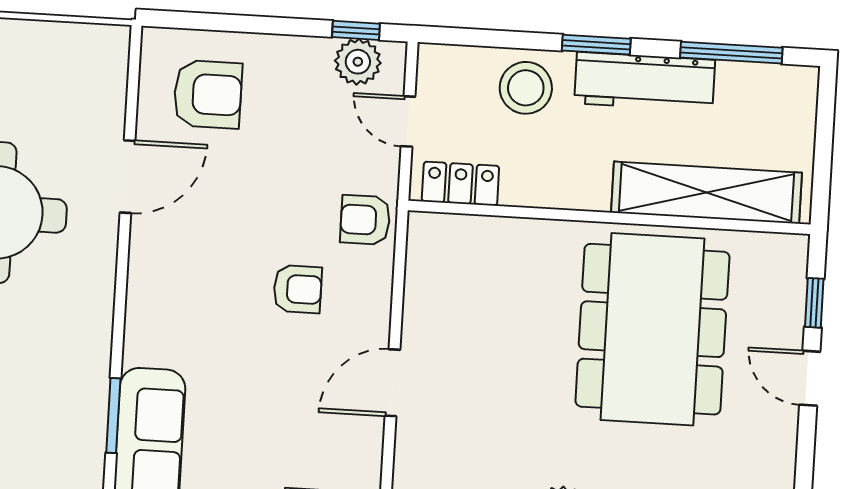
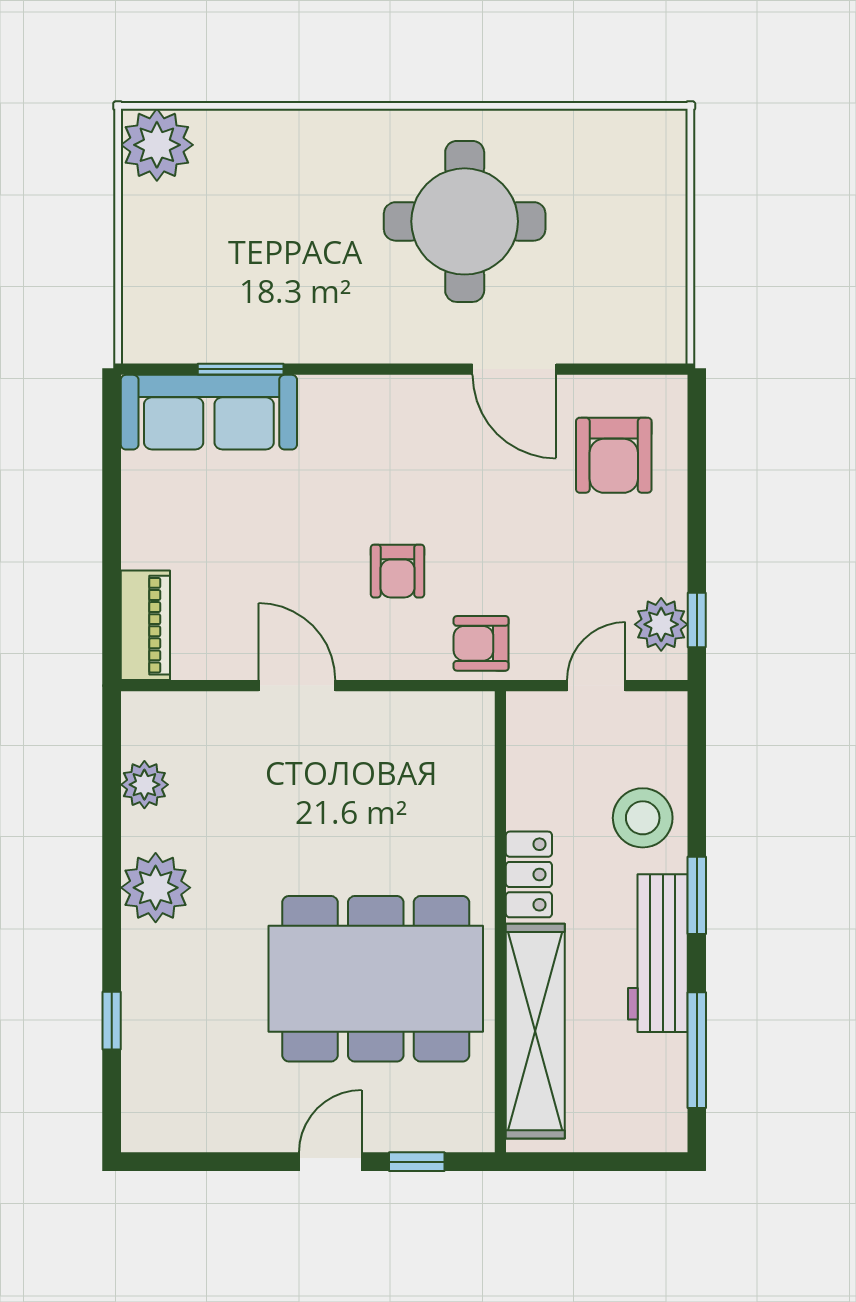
locker: (460, 184) -> (529, 874), moved
armchair: (365, 220) -> (481, 643), turned -90

